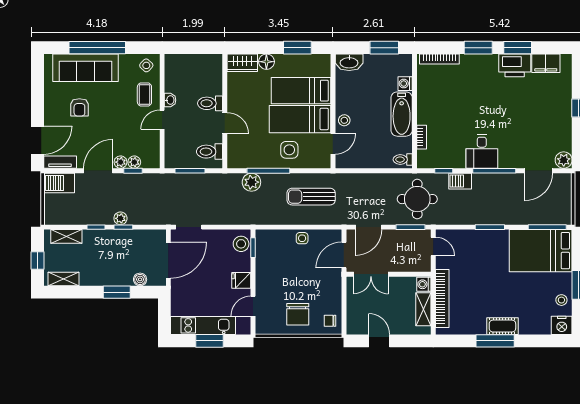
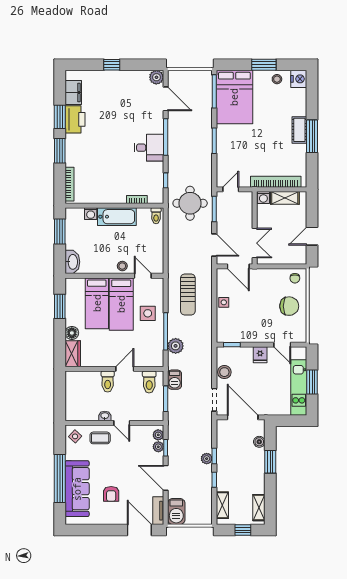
armchair: (79, 107) -> (111, 494), turned 90
plant: (121, 162) -> (158, 435), moved
barbecue: (460, 181) -> (175, 380), moved
stool: (241, 244) -> (224, 372), moved

